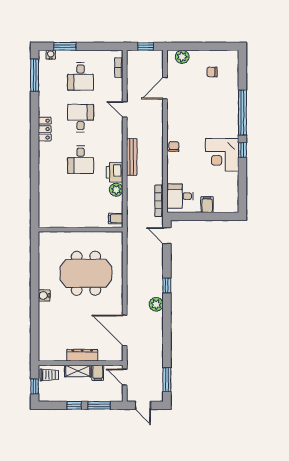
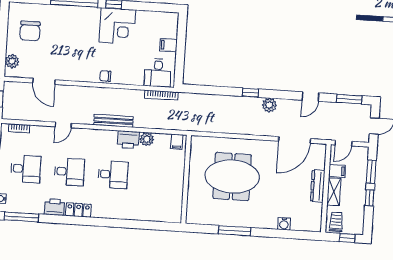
chair: (212, 72) -> (30, 31), width x1.87, depth x1.87
printer: (46, 106) -> (55, 207), added
desk: (81, 118) -> (69, 172), turned 180
door: (167, 236) -> (310, 97), moved
meeting table: (86, 273) -> (232, 177), turned 90
window: (35, 279) -> (235, 231), added
water cooler: (44, 295) -> (284, 224), moved

